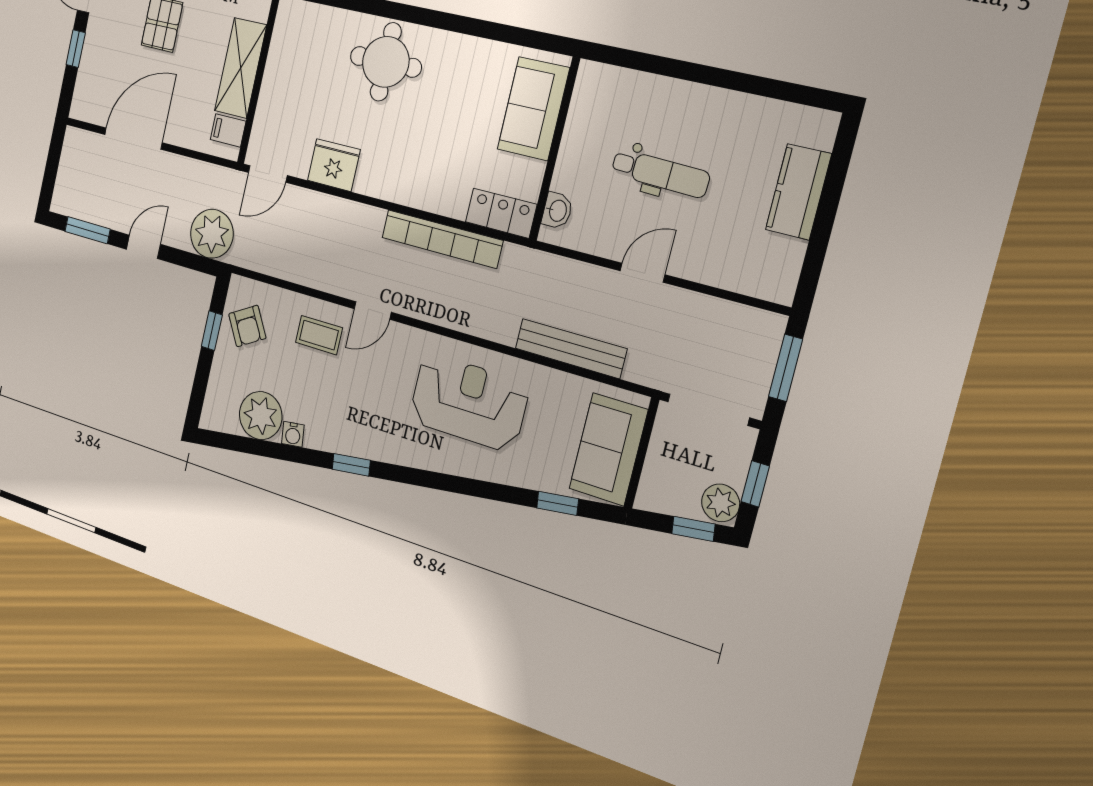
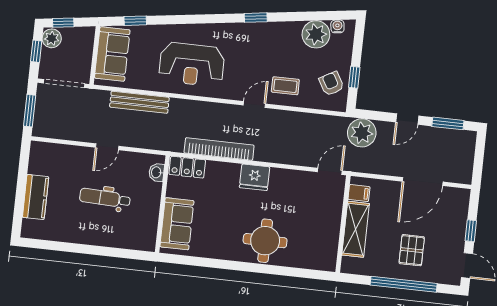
fridge: (334, 165) -> (255, 177), moved
water cooler: (293, 434) -> (337, 26), moved

